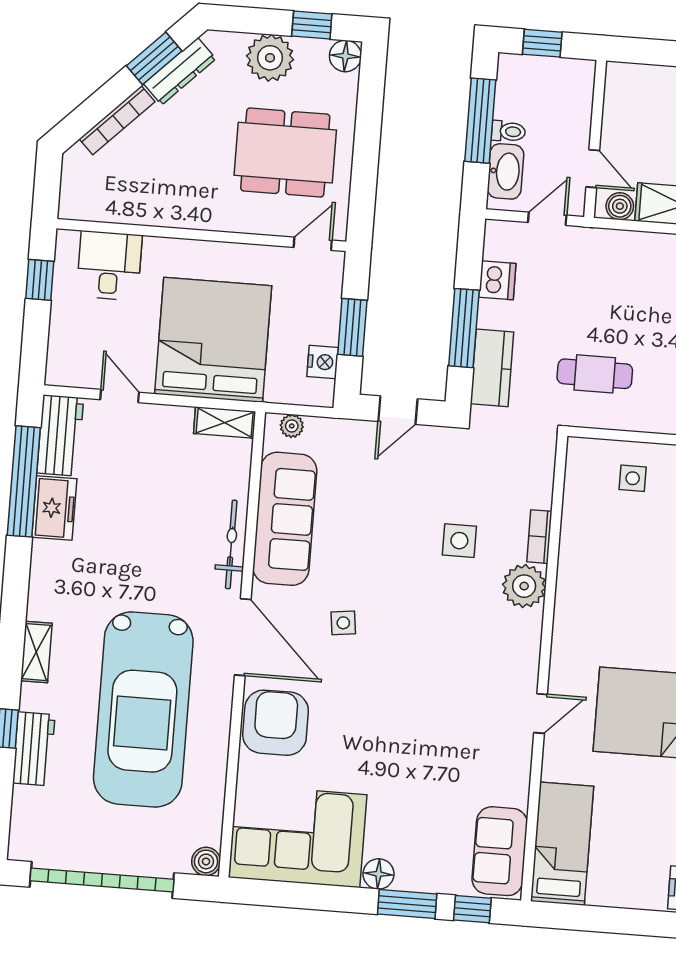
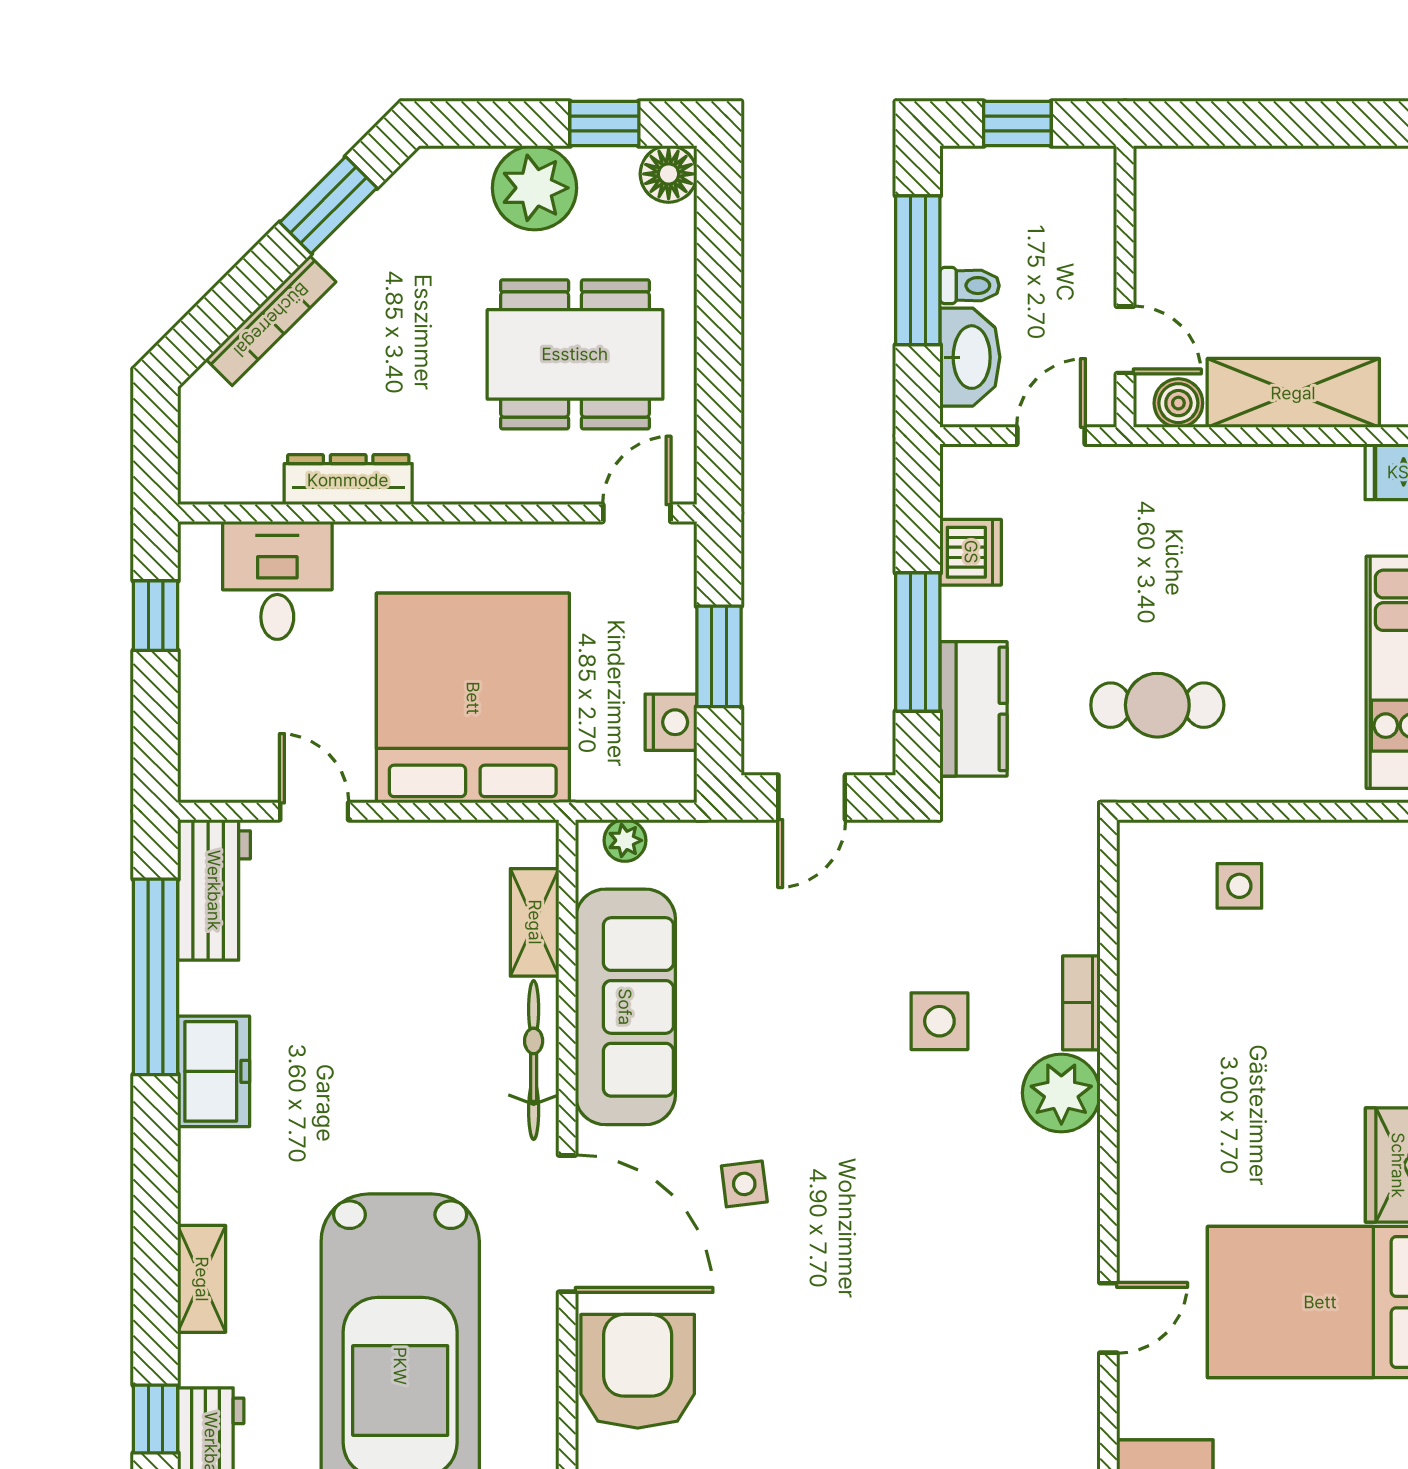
dresser: (180, 71) -> (348, 480), moved, turned -135
shelving: (225, 423) -> (535, 922), moved, turned 90
freezer: (54, 508) -> (214, 1071), moved

